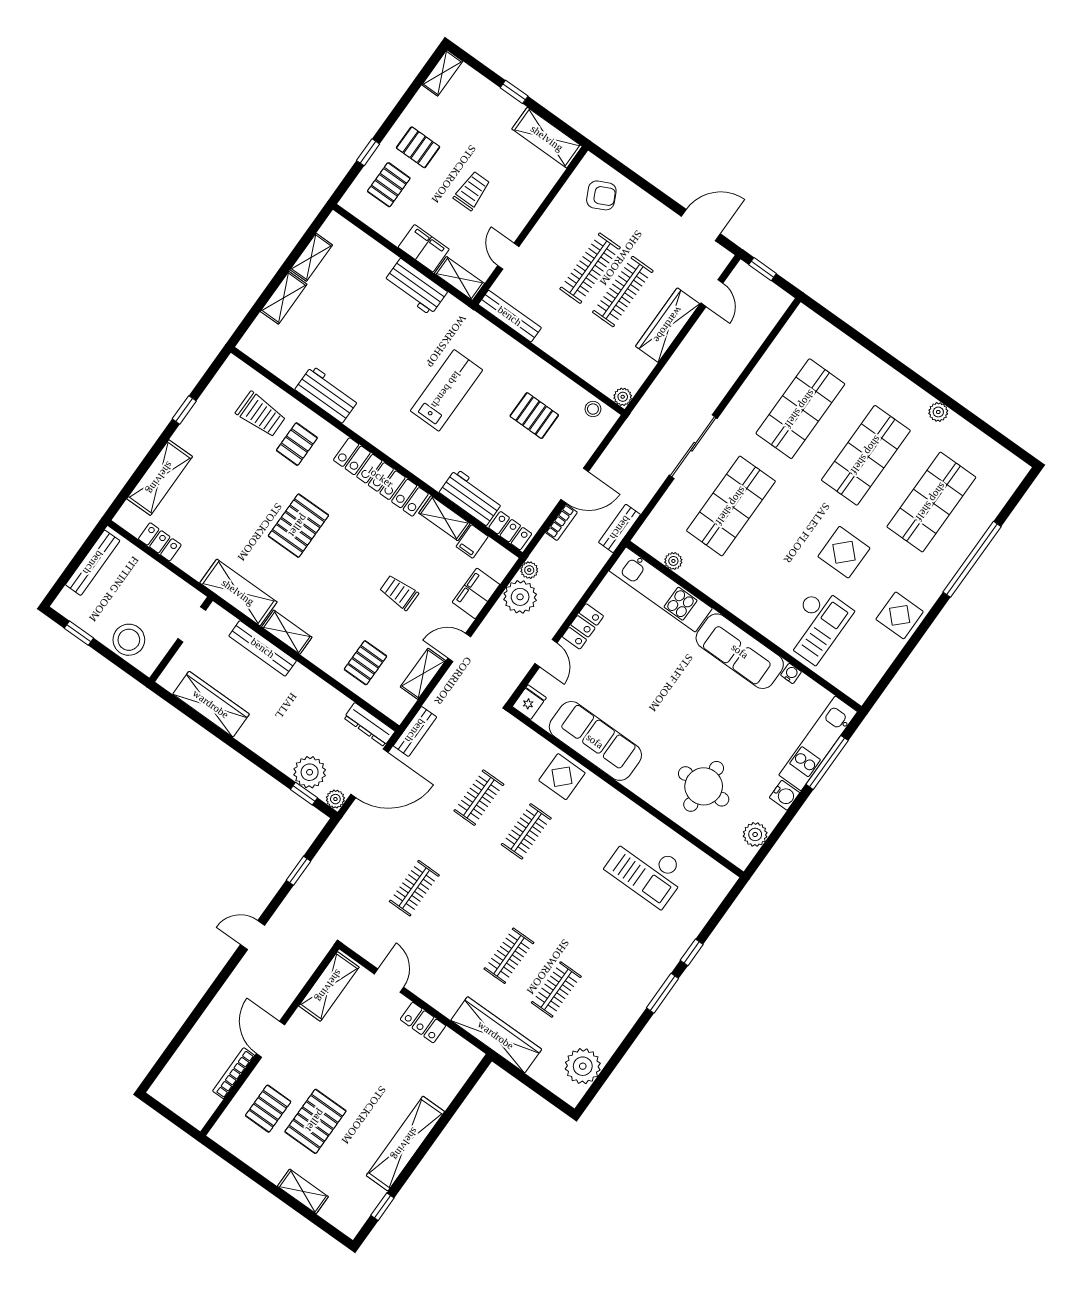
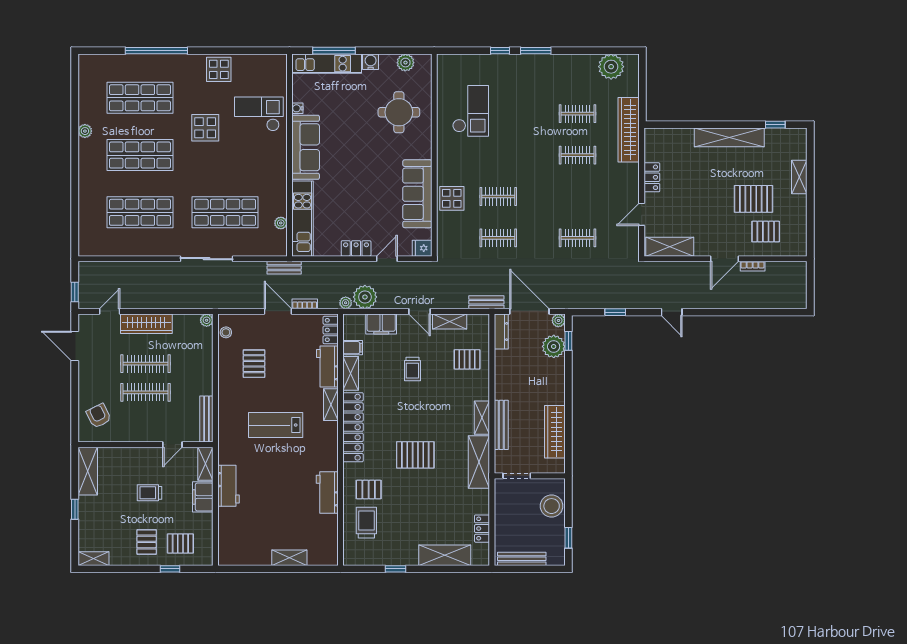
shelving: (311, 257) -> (331, 405), moved, turned 90
bookcase: (234, 1073) -> (753, 266), width x0.64

